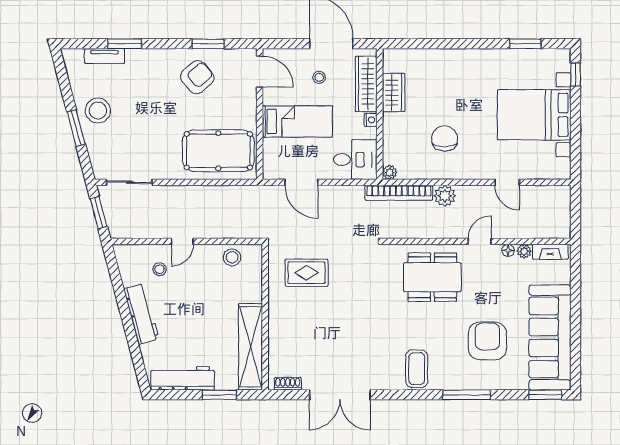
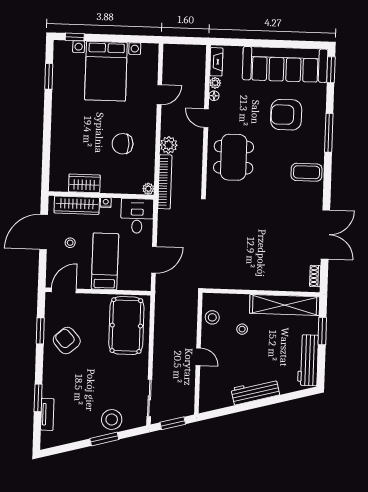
stool: (98, 111) -> (112, 420), moved
stool: (160, 269) -> (242, 329), moved
rug: (307, 273) -> (227, 258), removed

